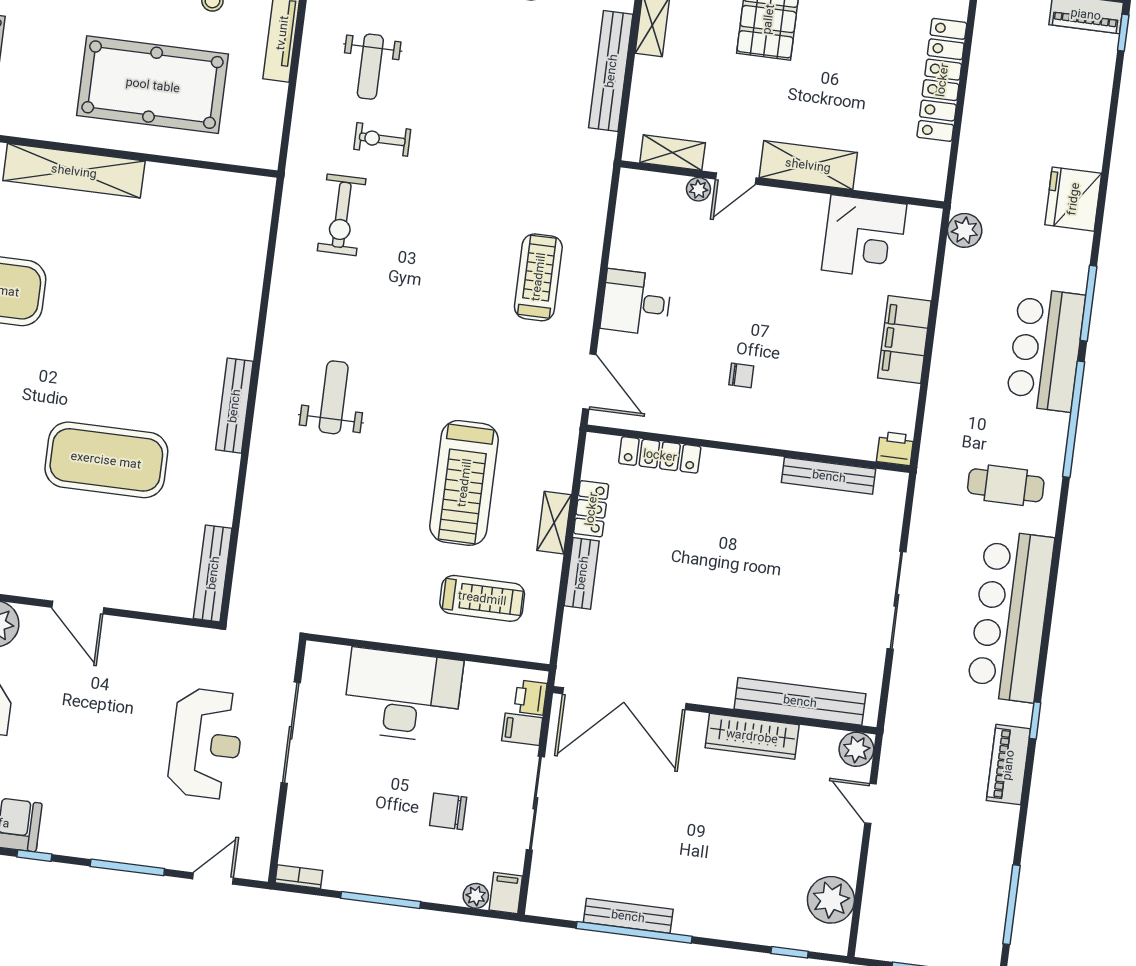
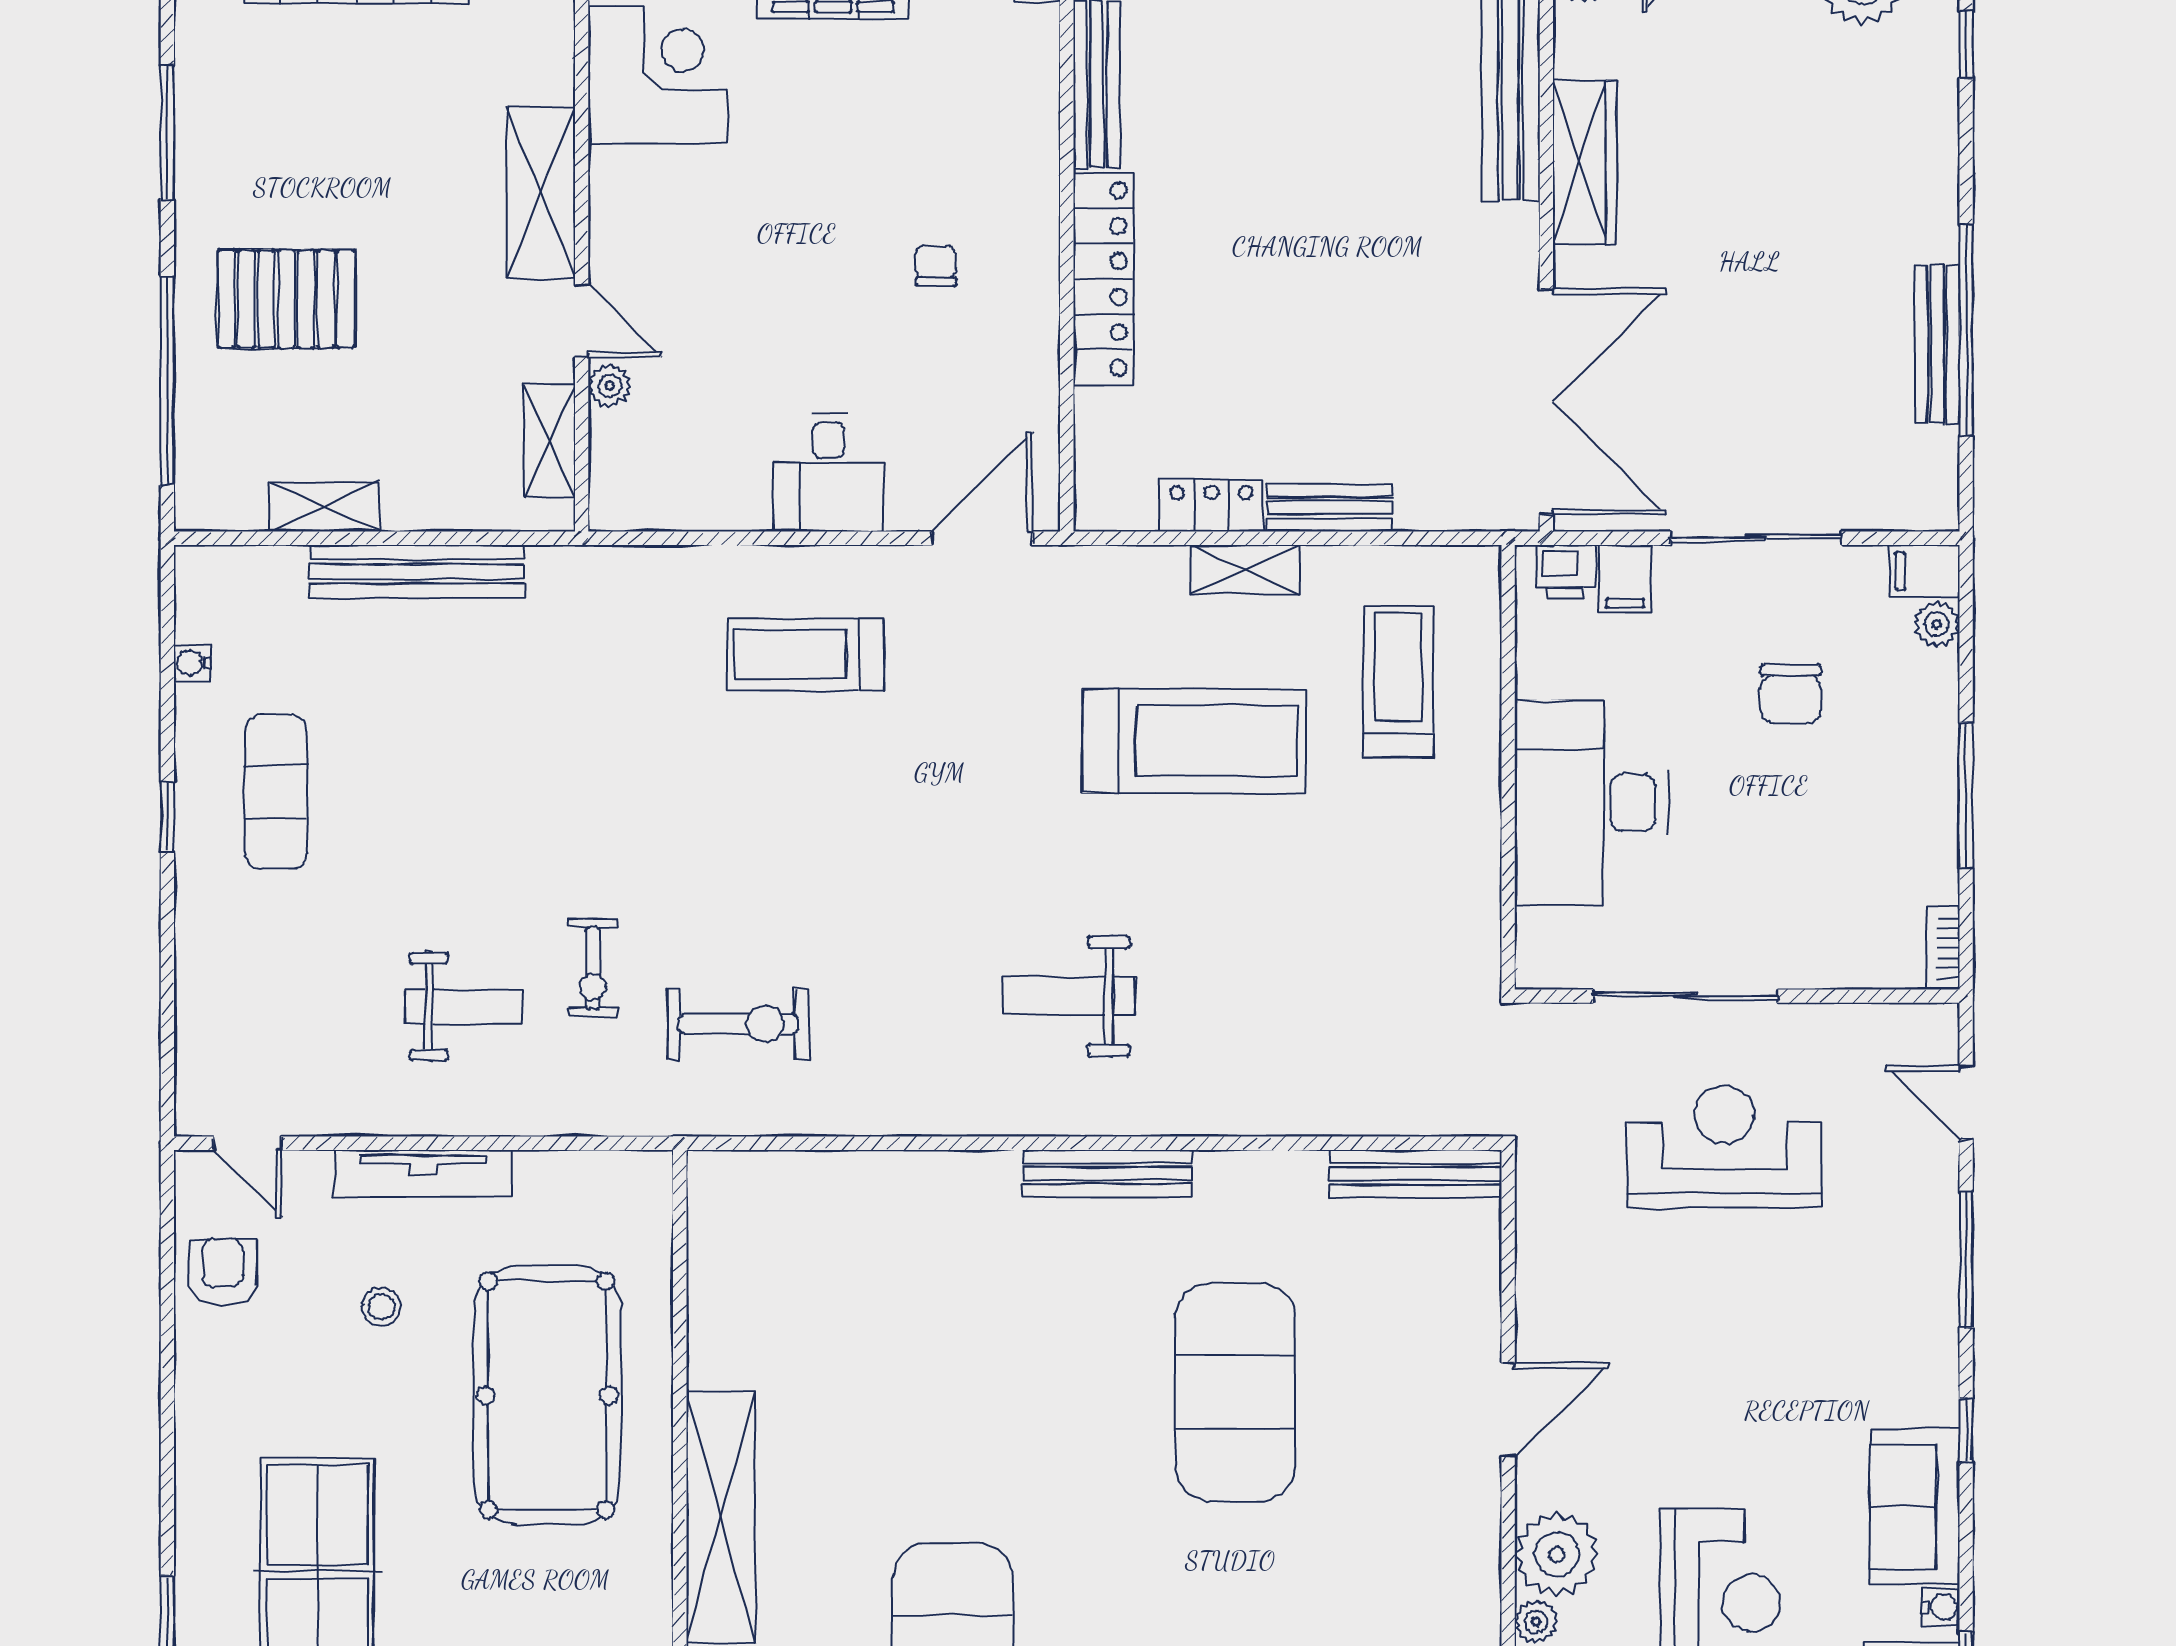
locker: (660, 455) -> (1103, 279), moved, width x1.41, depth x1.21

